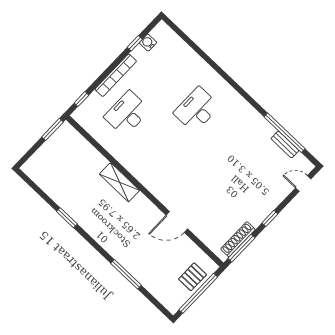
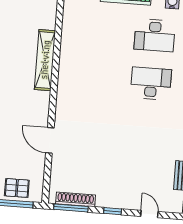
desk: (127, 113) -> (155, 35), moved, turned 180
shelving: (120, 182) -> (45, 60), width x1.47
door: (303, 183) -> (149, 214), moved

